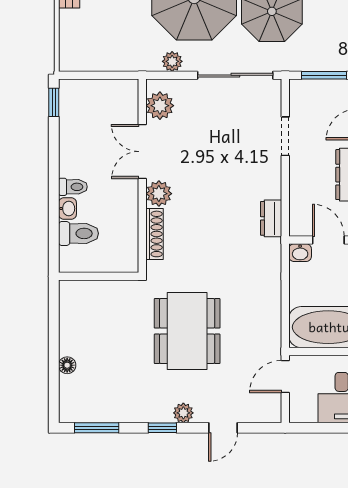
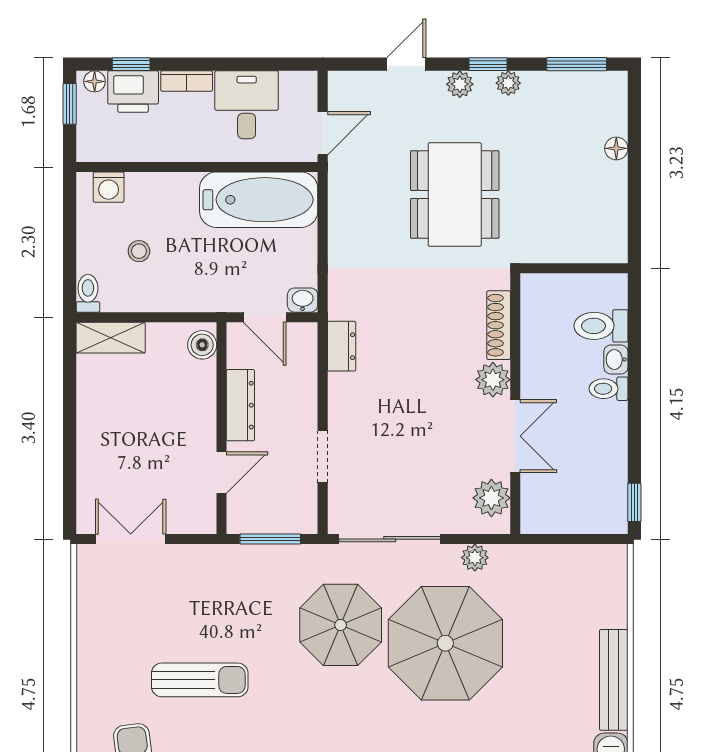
plant: (147, 414) -> (508, 83), added

